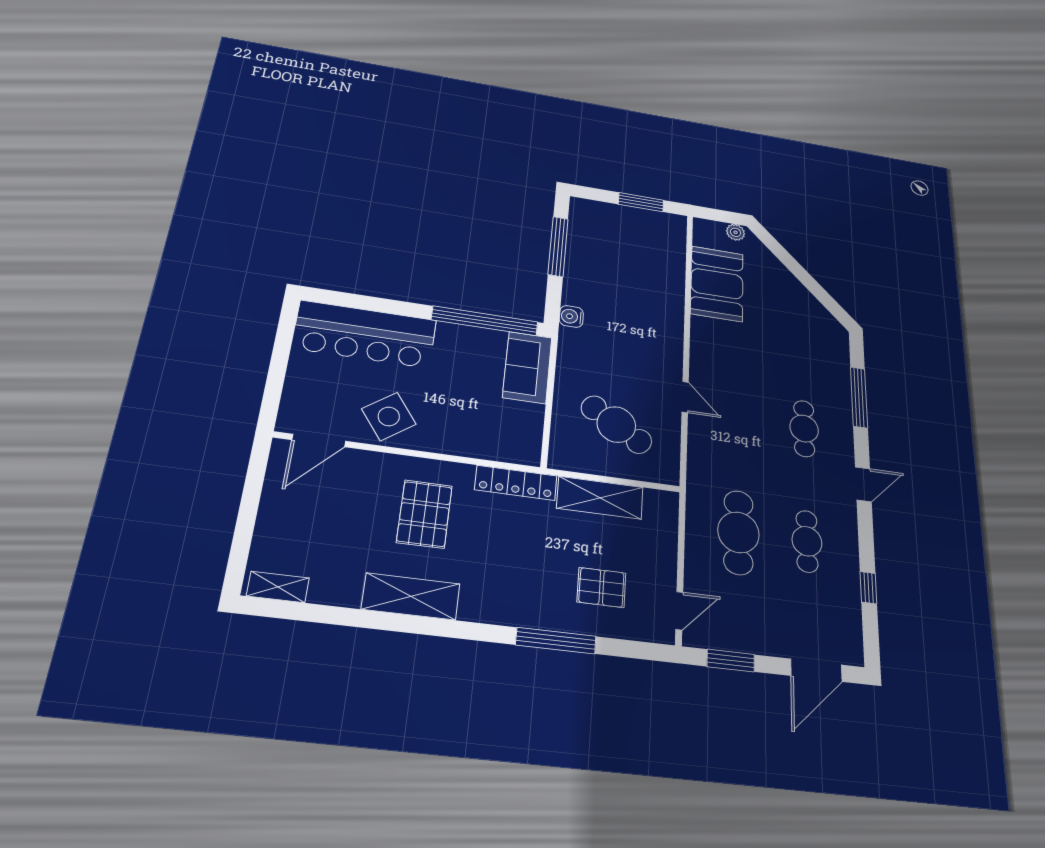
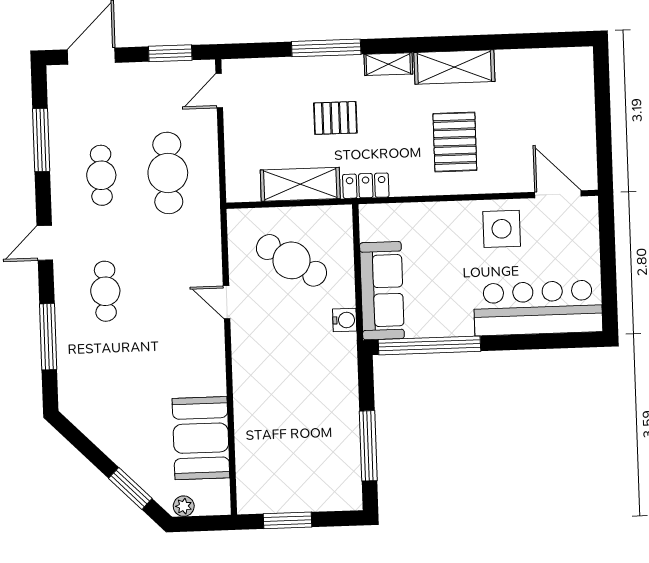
window: (784, 256) -> (130, 488), added
water cooler: (571, 316) -> (345, 320), moved
sofa: (527, 367) -> (382, 291), width x1.36
side table: (389, 416) -> (502, 229), turned 36
door: (319, 441) -> (558, 194), hinge flipped
locker: (516, 483) -> (366, 186), width x0.66
shelving: (278, 587) -> (388, 64), moved
pallet: (602, 587) -> (335, 118), moved
window: (868, 588) -> (41, 140), width x2.17

